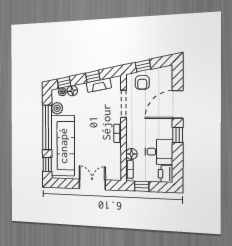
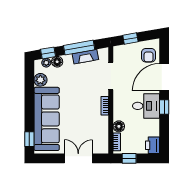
window: (93, 76) -> (79, 48), width x2.17
armchair: (142, 82) -> (149, 55), moved
window: (47, 127) -> (29, 100), removed
desk: (159, 152) -> (146, 106), moved

